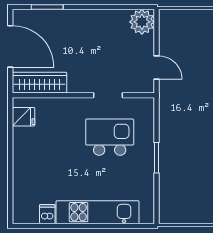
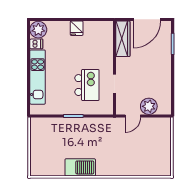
plant: (142, 22) -> (149, 106), moved
fridge: (23, 117) -> (77, 28), moved
plant: (26, 211) -> (38, 30), added

